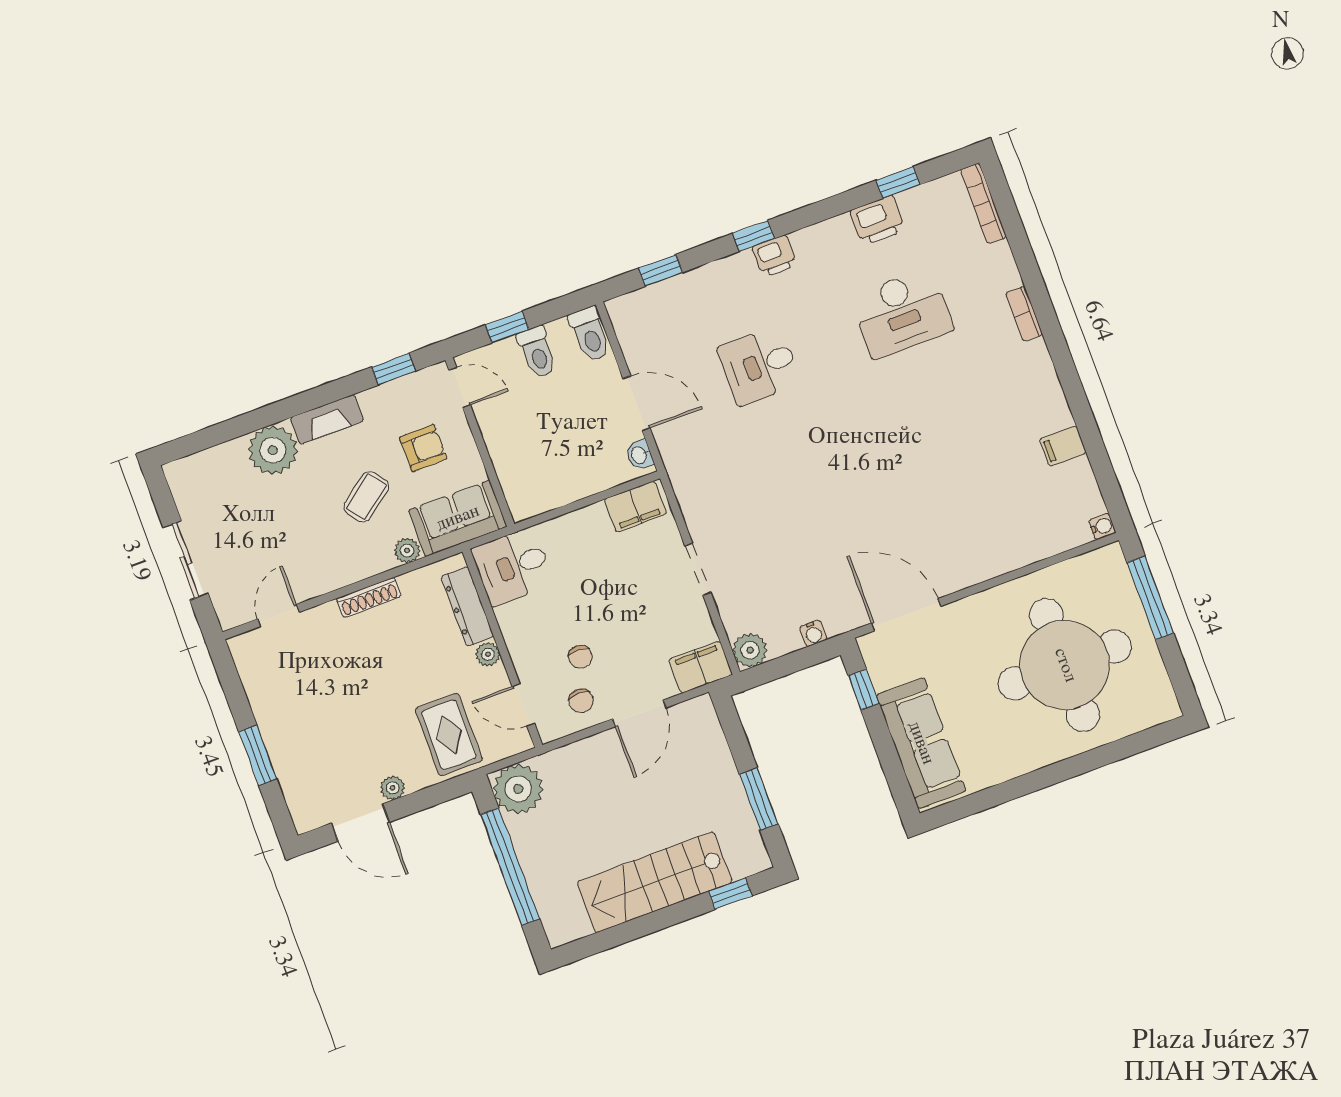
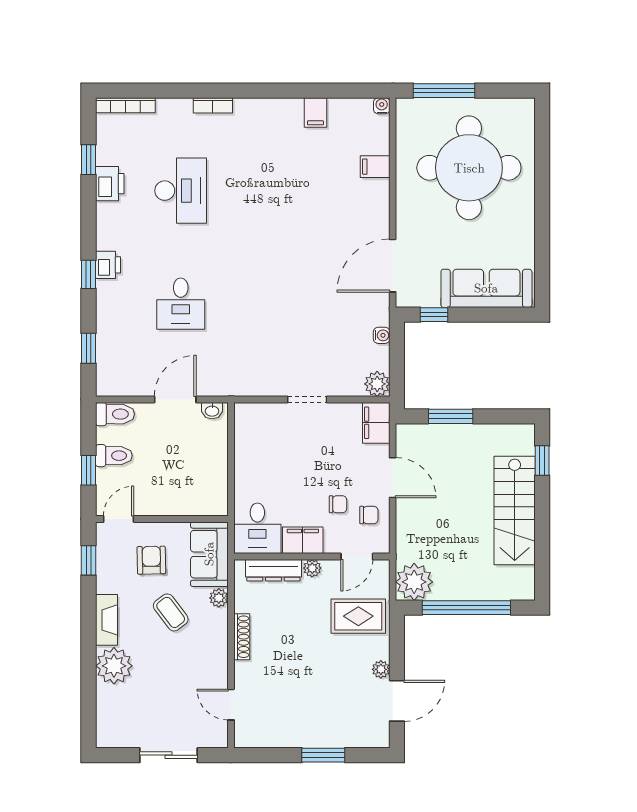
filing cabinet: (635, 507) -> (303, 540), moved, turned -90
filing cabinet: (1023, 546) -> (375, 167), added
window: (759, 799) -> (451, 416), moved

